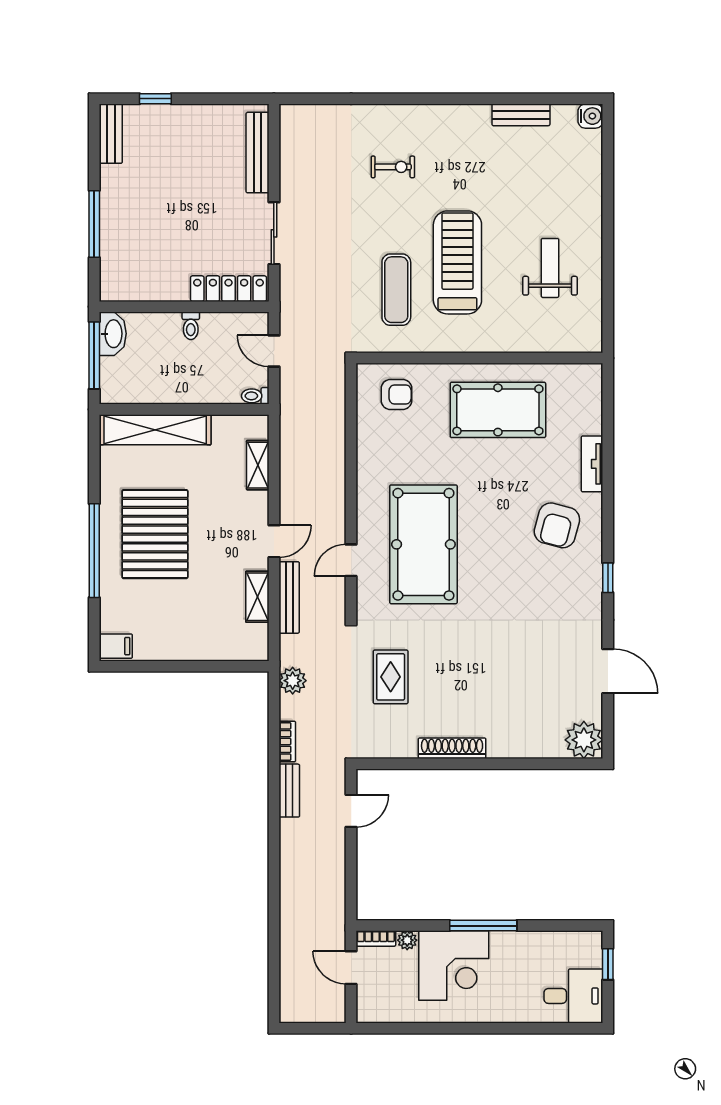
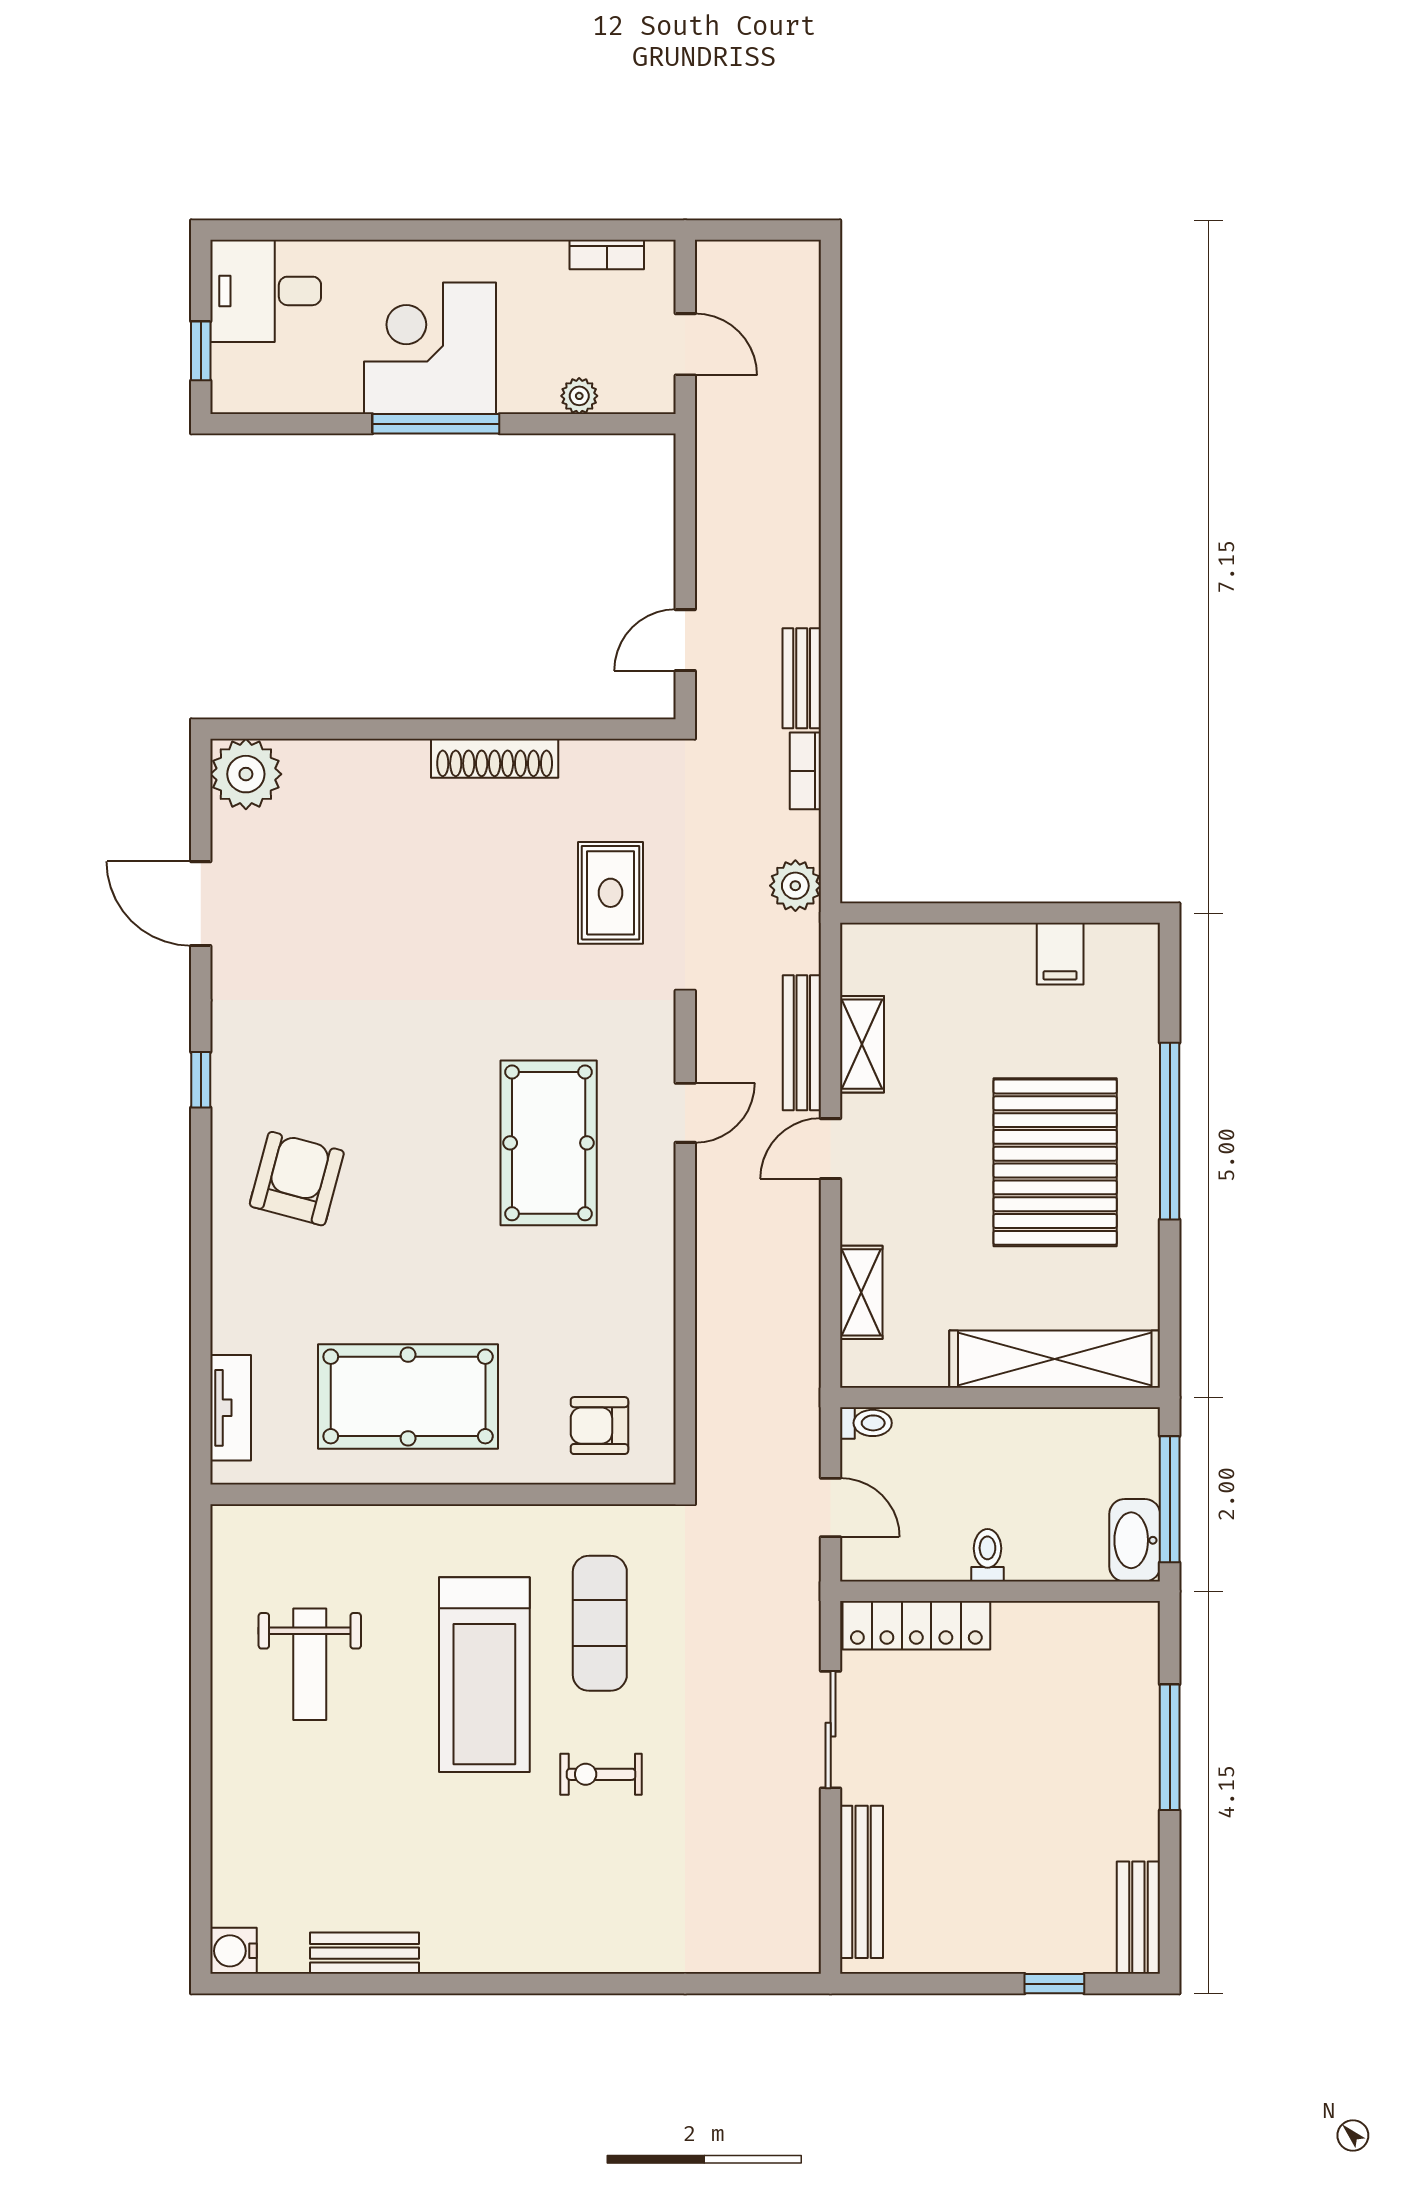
exercise bike: (393, 167) -> (601, 1774), moved
tv unit: (592, 464) -> (231, 1408), moved
pool table: (423, 544) -> (549, 1143), width x0.73, depth x0.76
filing cabinet: (116, 646) -> (1060, 954), moved, turned -90
bookcase: (376, 939) -> (607, 255), moved, turned 180
corner desk: (454, 966) -> (430, 348), moved

